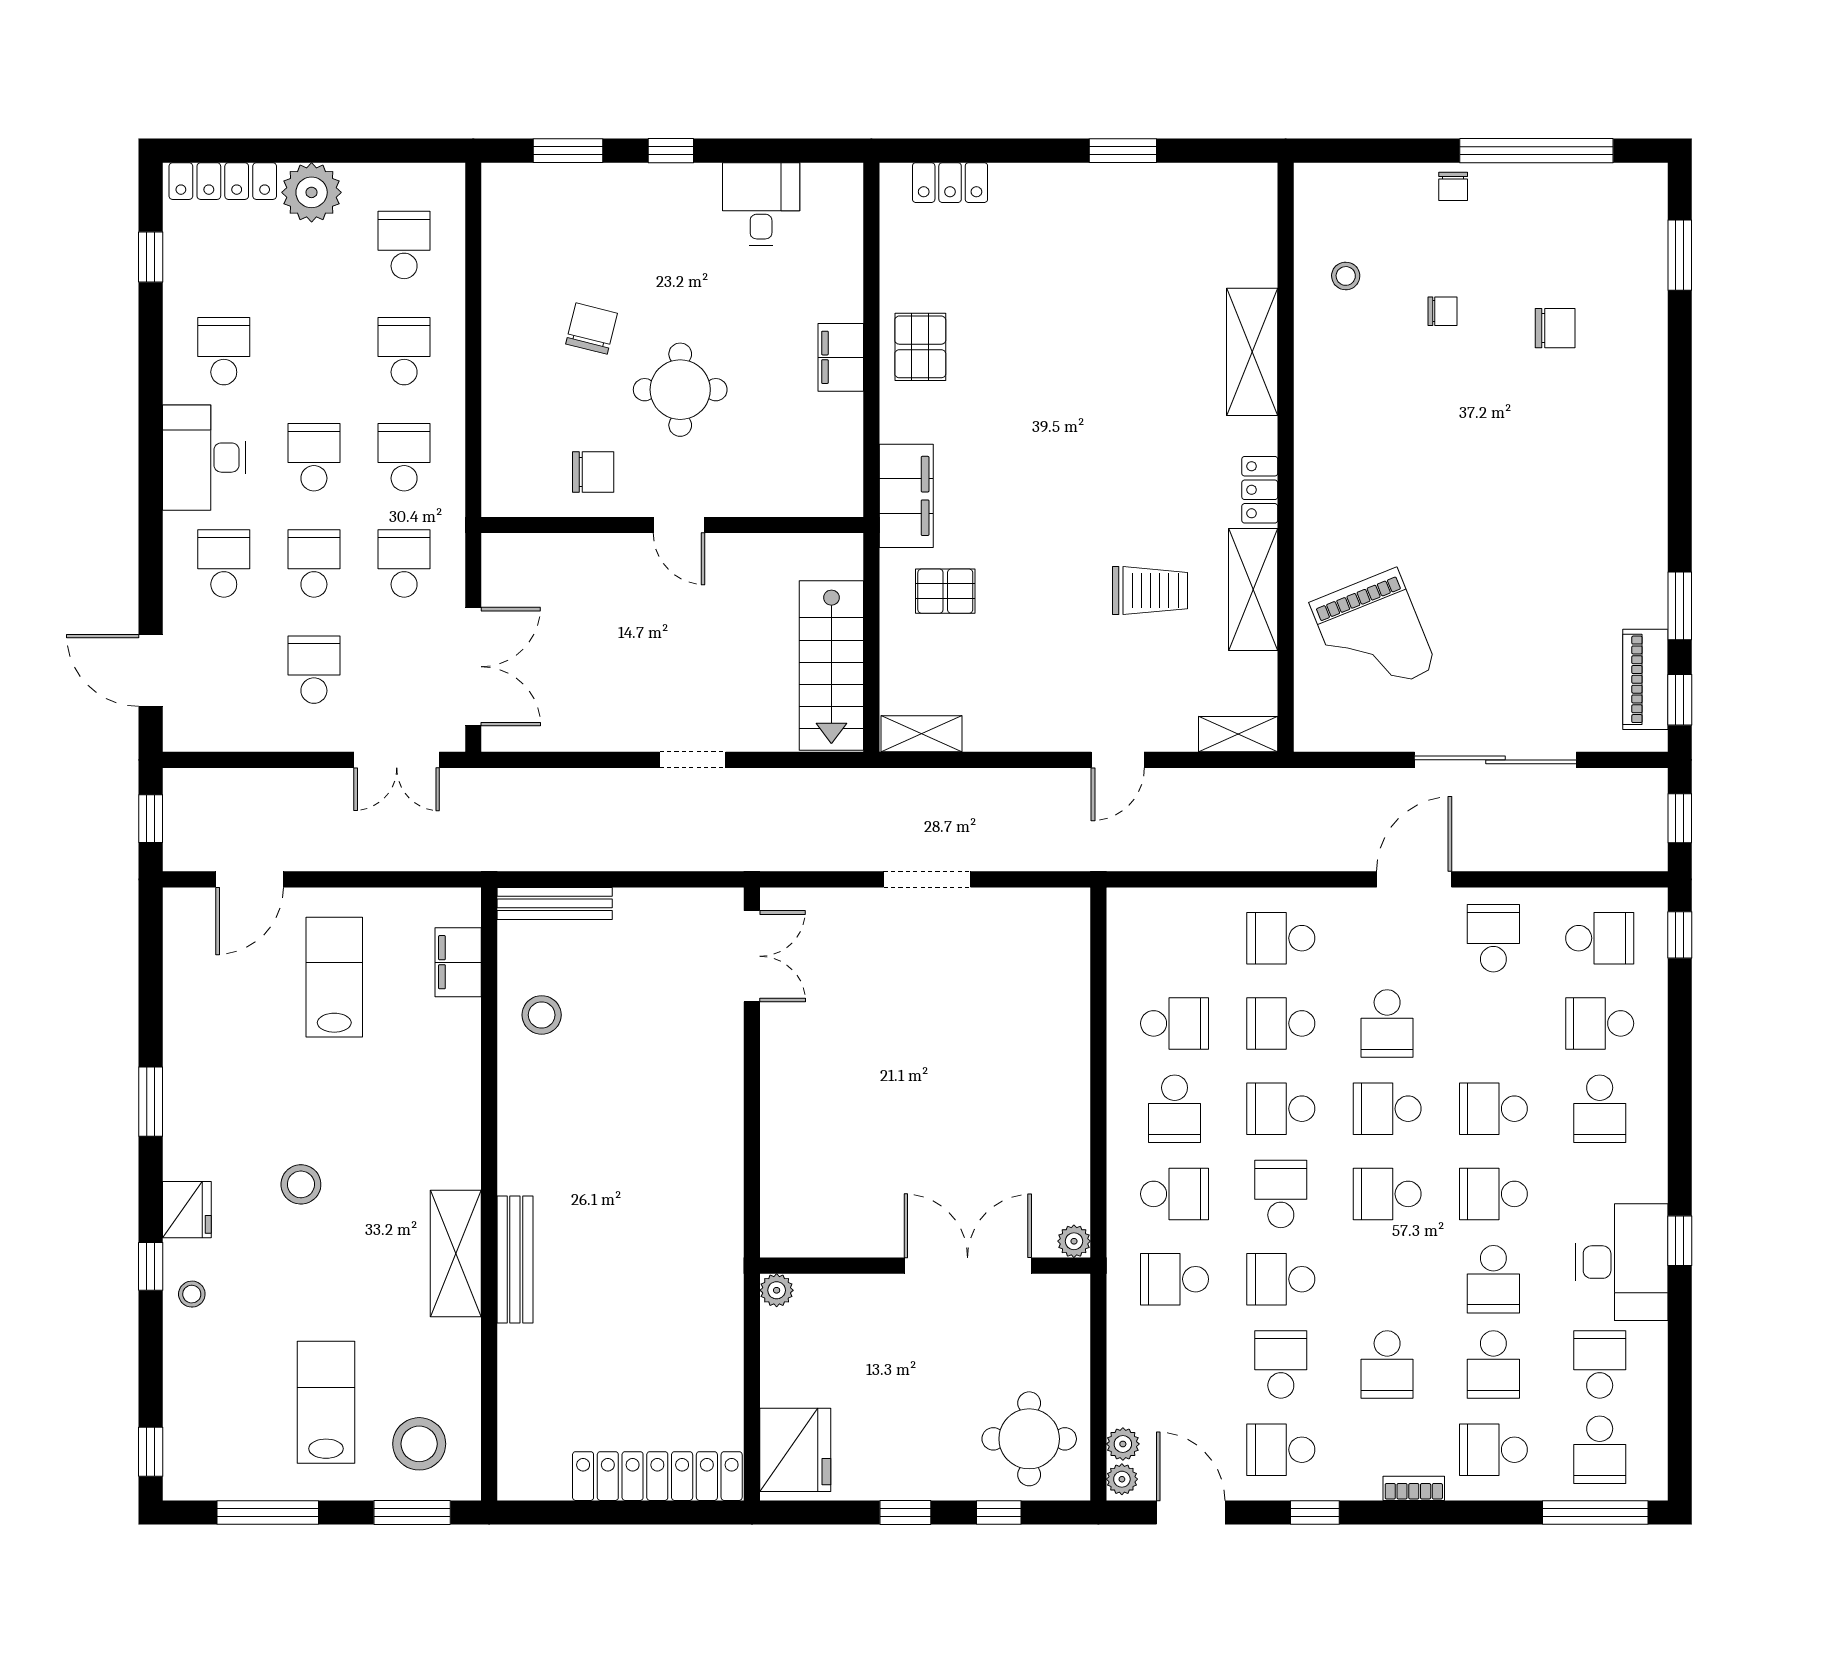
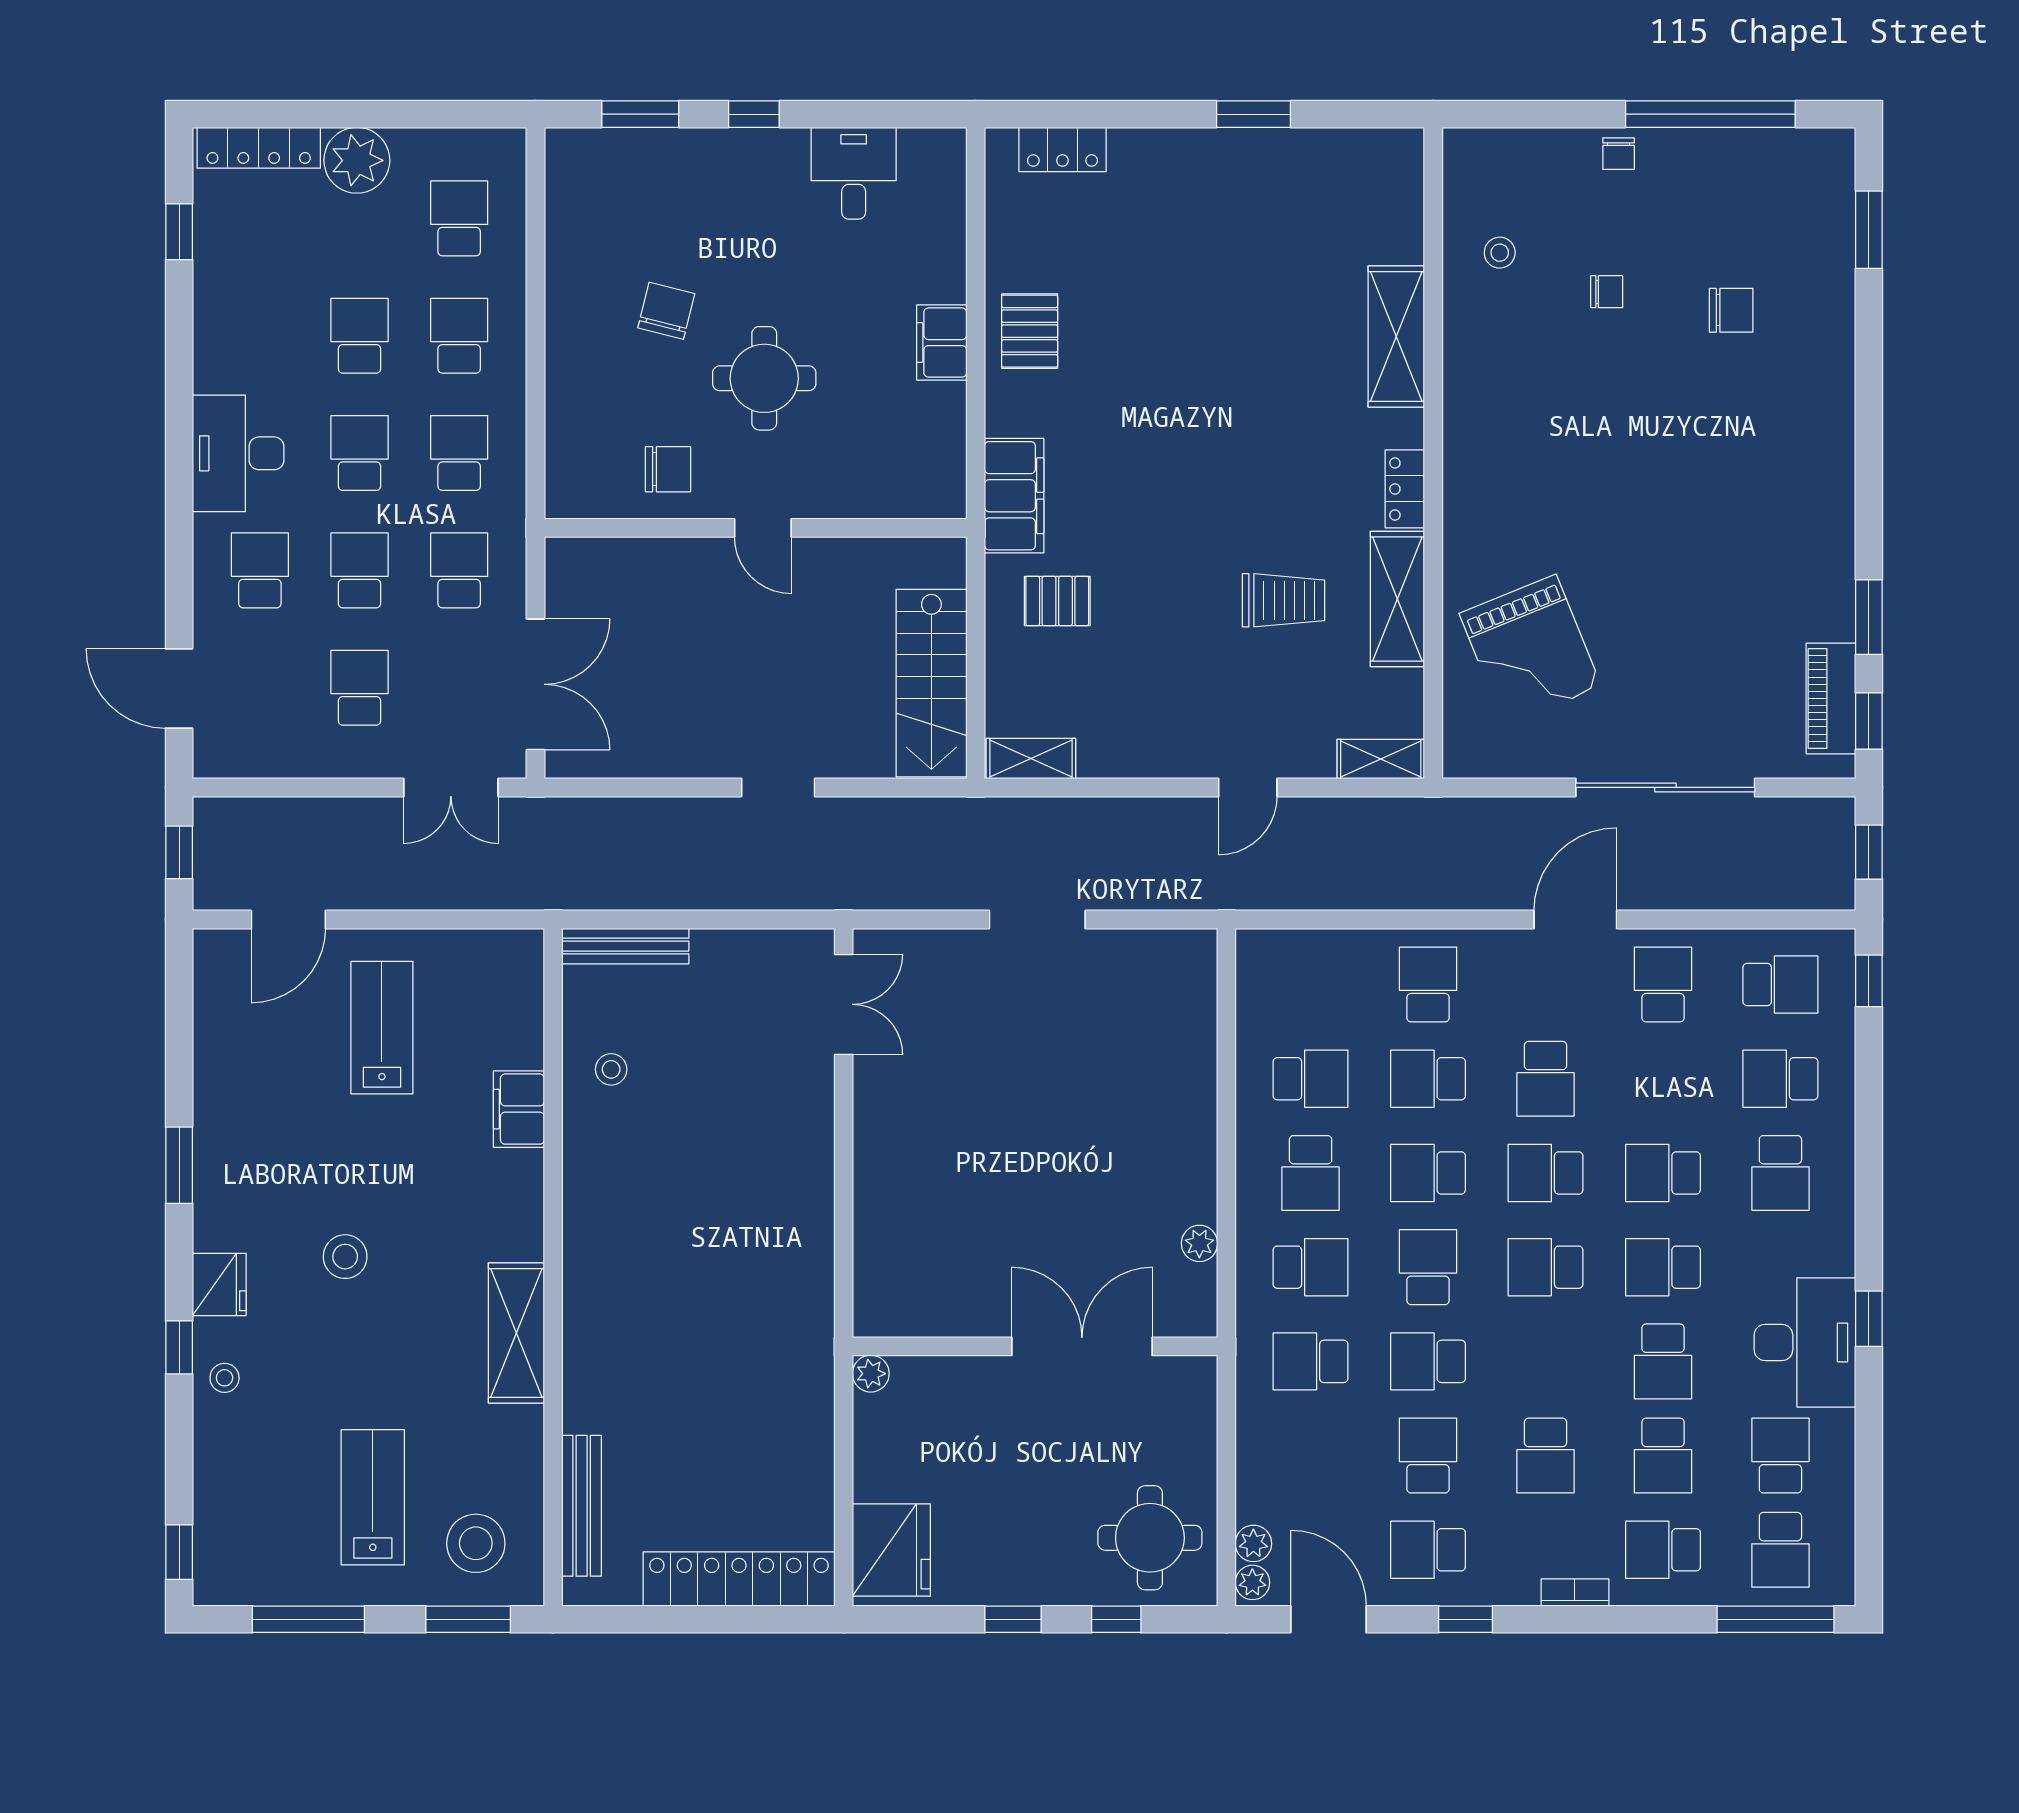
school desk: (224, 351) -> (359, 336), moved
school desk: (1281, 938) -> (1428, 984), turned 90
filing cabinet: (458, 962) -> (519, 1109), moved
stool: (542, 1015) -> (611, 1069), width x0.73, depth x0.73
plant: (1074, 1241) -> (1199, 1243), moved
bench: (515, 1259) -> (582, 1506), moved

